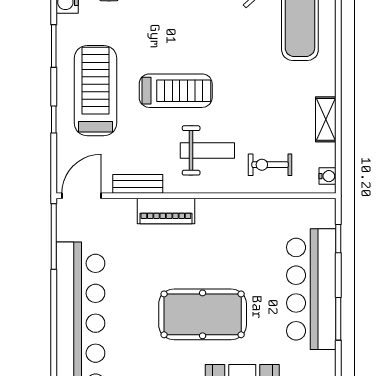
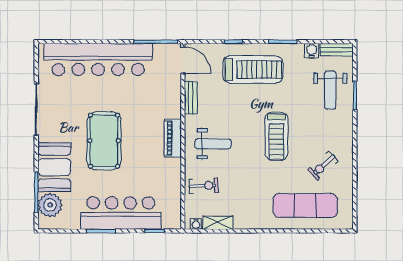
treadmill: (176, 91) -> (276, 136), moved
shelving: (326, 119) -> (218, 223), moved
weight bench: (207, 150) -> (213, 144), turned -90
exercise bike: (270, 165) -> (204, 186), turned 88
piano: (166, 211) -> (173, 138), moved

